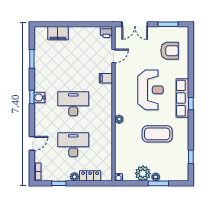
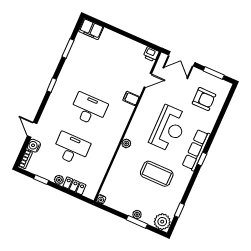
filing cabinet: (58, 33) -> (91, 29), moved
water cooler: (39, 98) -> (34, 146), moved
door: (32, 143) -> (32, 130), swing flipped
plant: (143, 173) -> (162, 222), moved

